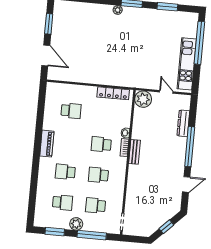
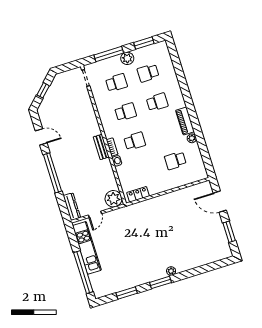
door: (166, 92) -> (95, 214), hinge flipped
locker: (113, 93) -> (138, 194), width x0.66
dresser: (183, 123) -> (72, 207), moved
plant: (47, 125) -> (192, 138), added
door: (186, 184) -> (41, 137), swing flipped

